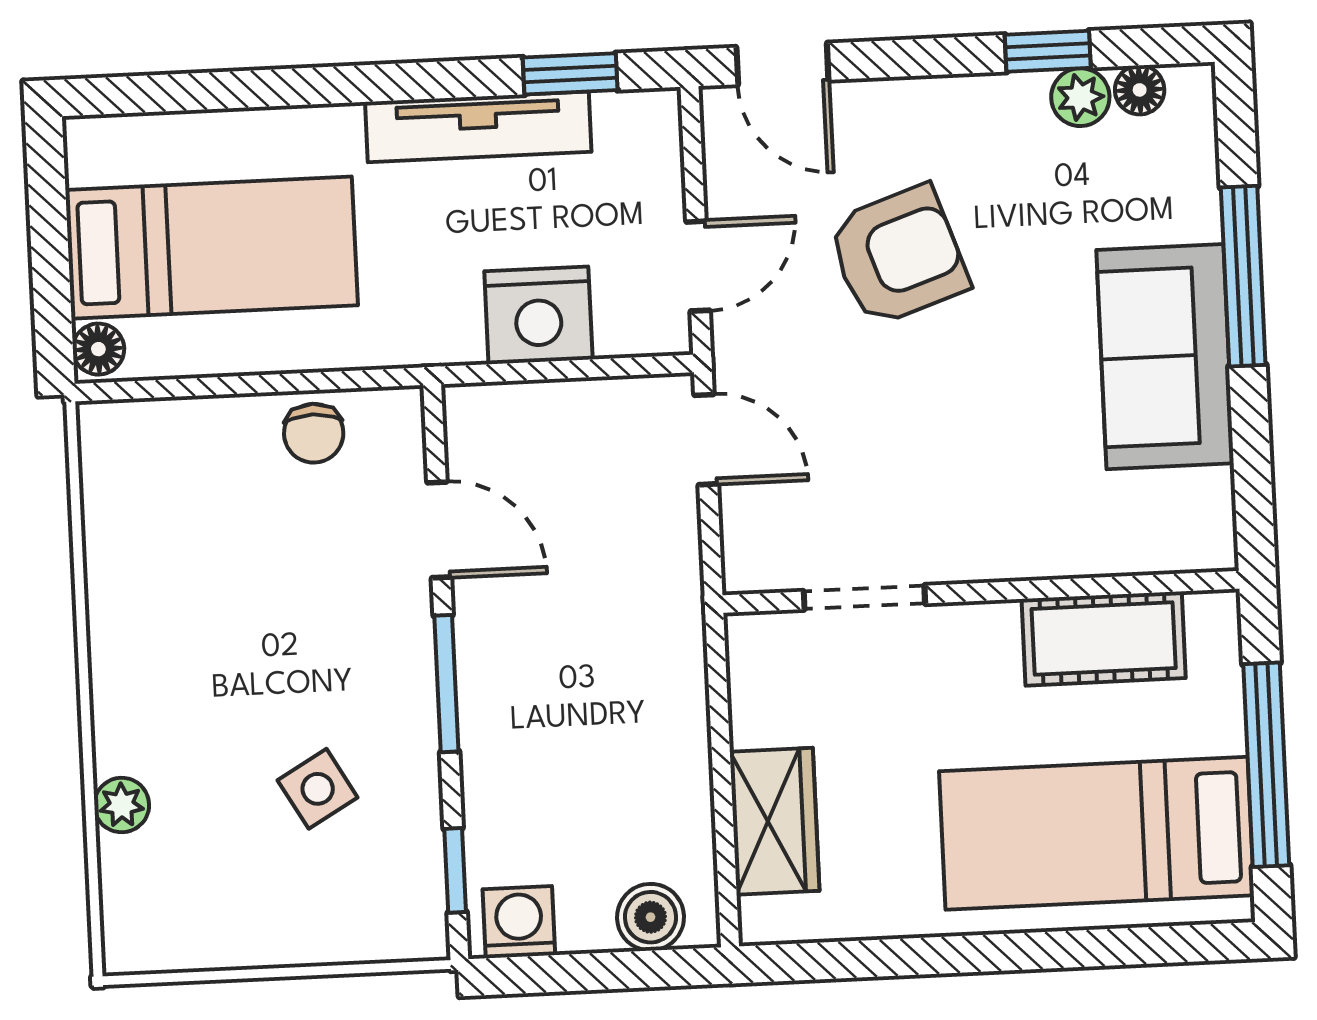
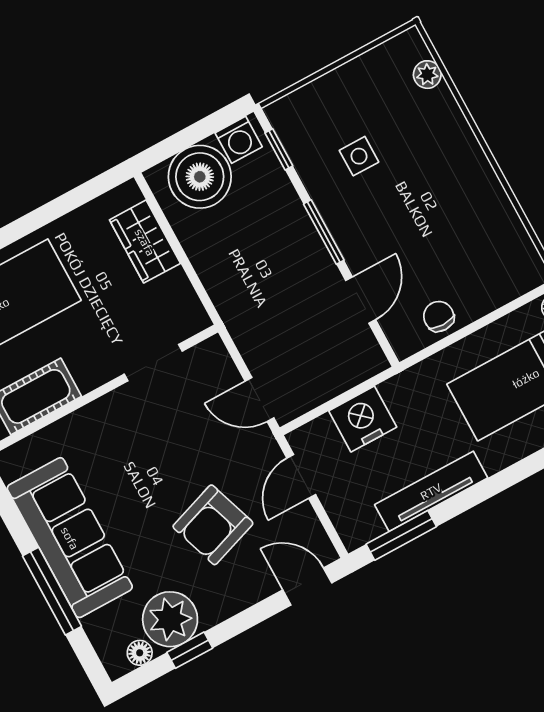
window: (570, 74) -> (401, 535), width x1.50
plant: (1080, 97) -> (170, 619), width x1.88, depth x1.88
sofa: (1165, 357) -> (70, 538), width x1.36
door: (439, 530) -> (361, 300), swing flipped
side table: (318, 789) -> (359, 156), turned 30
plant: (122, 805) -> (427, 75), moved
boiler: (651, 917) -> (200, 177), width x1.86, depth x1.86

